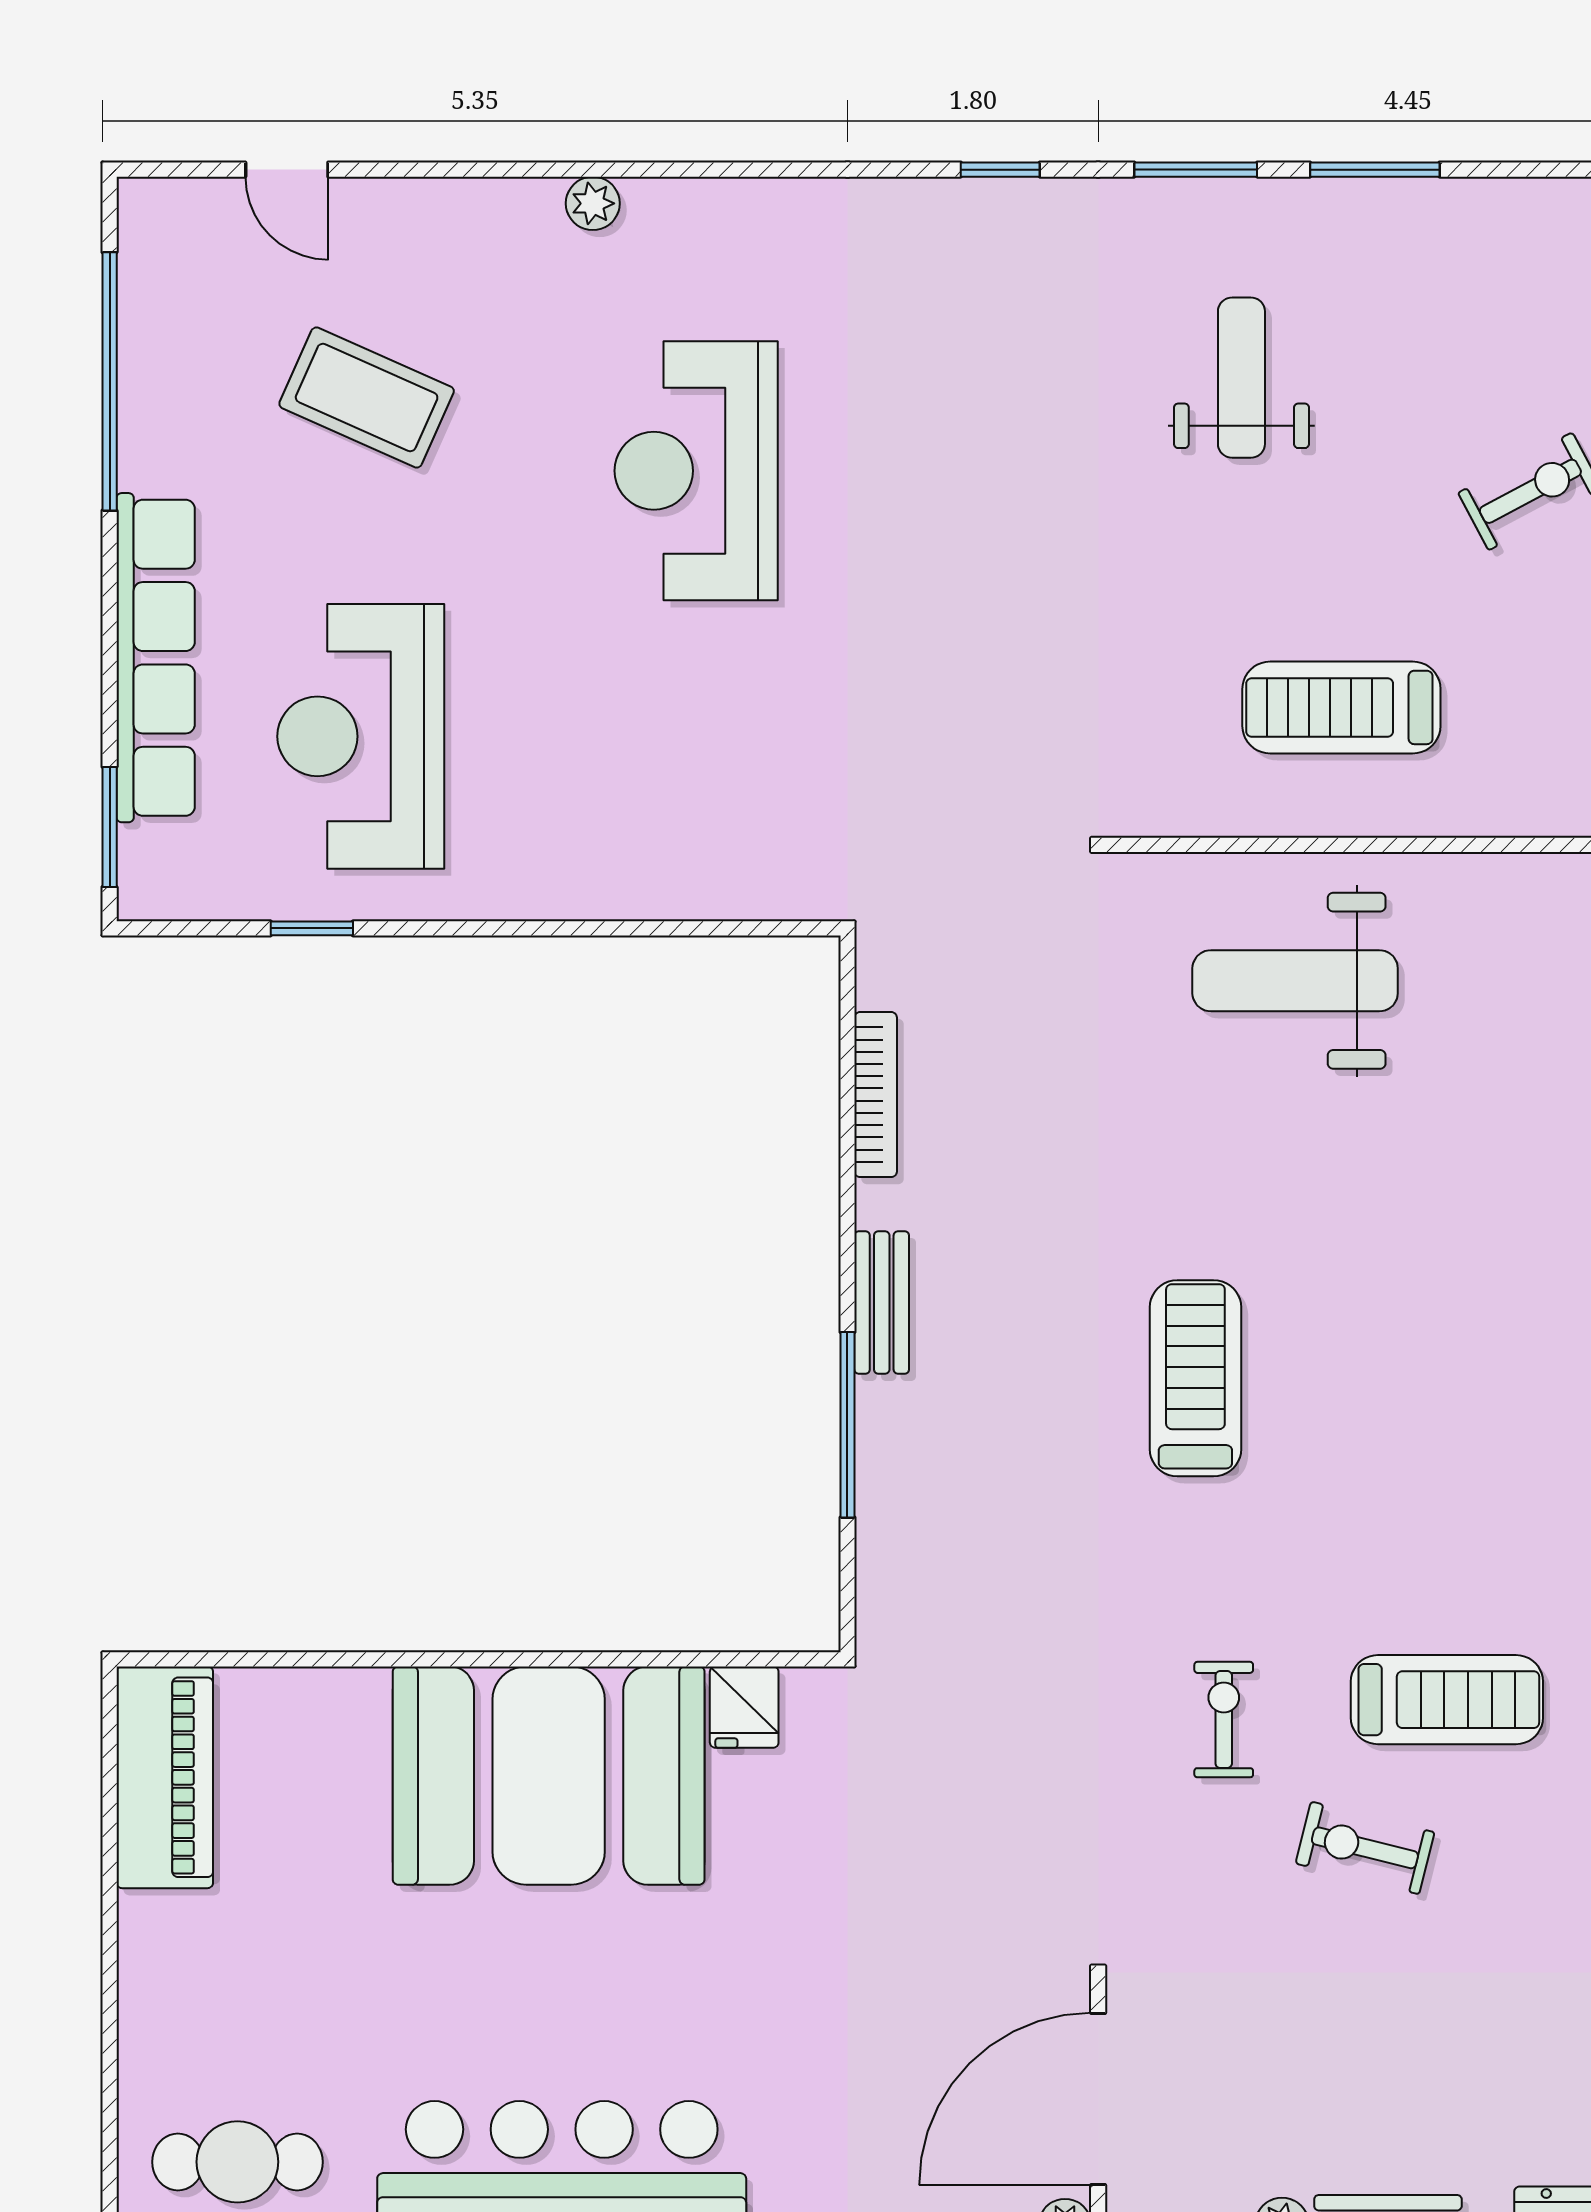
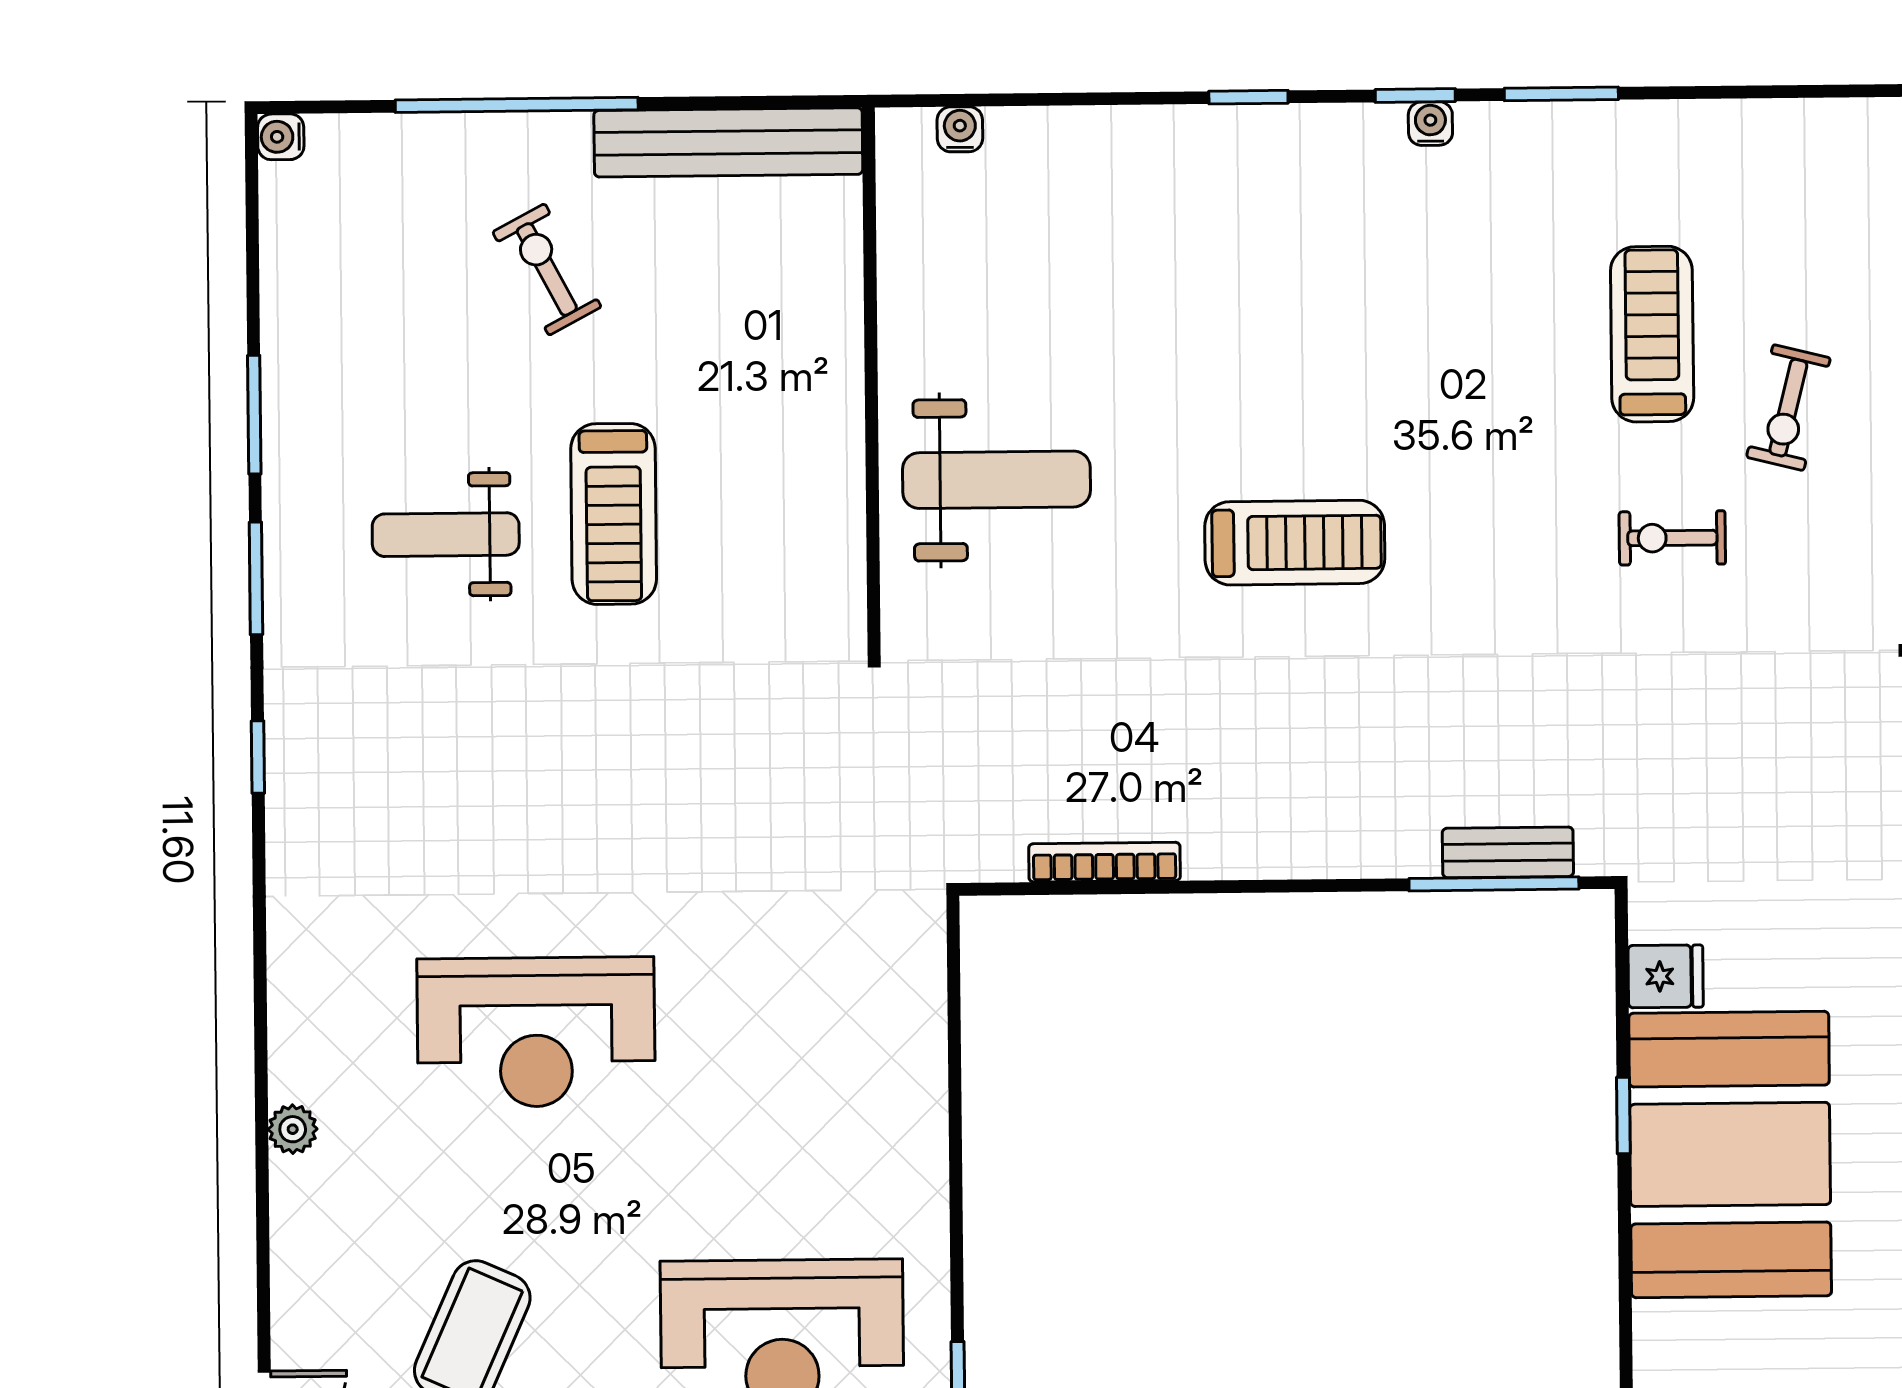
treadmill: (1341, 707) -> (614, 514), moved
weight bench: (1295, 981) -> (996, 480), turned -90
bench: (882, 1303) -> (1508, 852), moved
treadmill: (1195, 1378) -> (1295, 543), moved, turned 180
window: (847, 1425) -> (1494, 884), moved
window: (592, 1659) -> (1623, 1116), added

